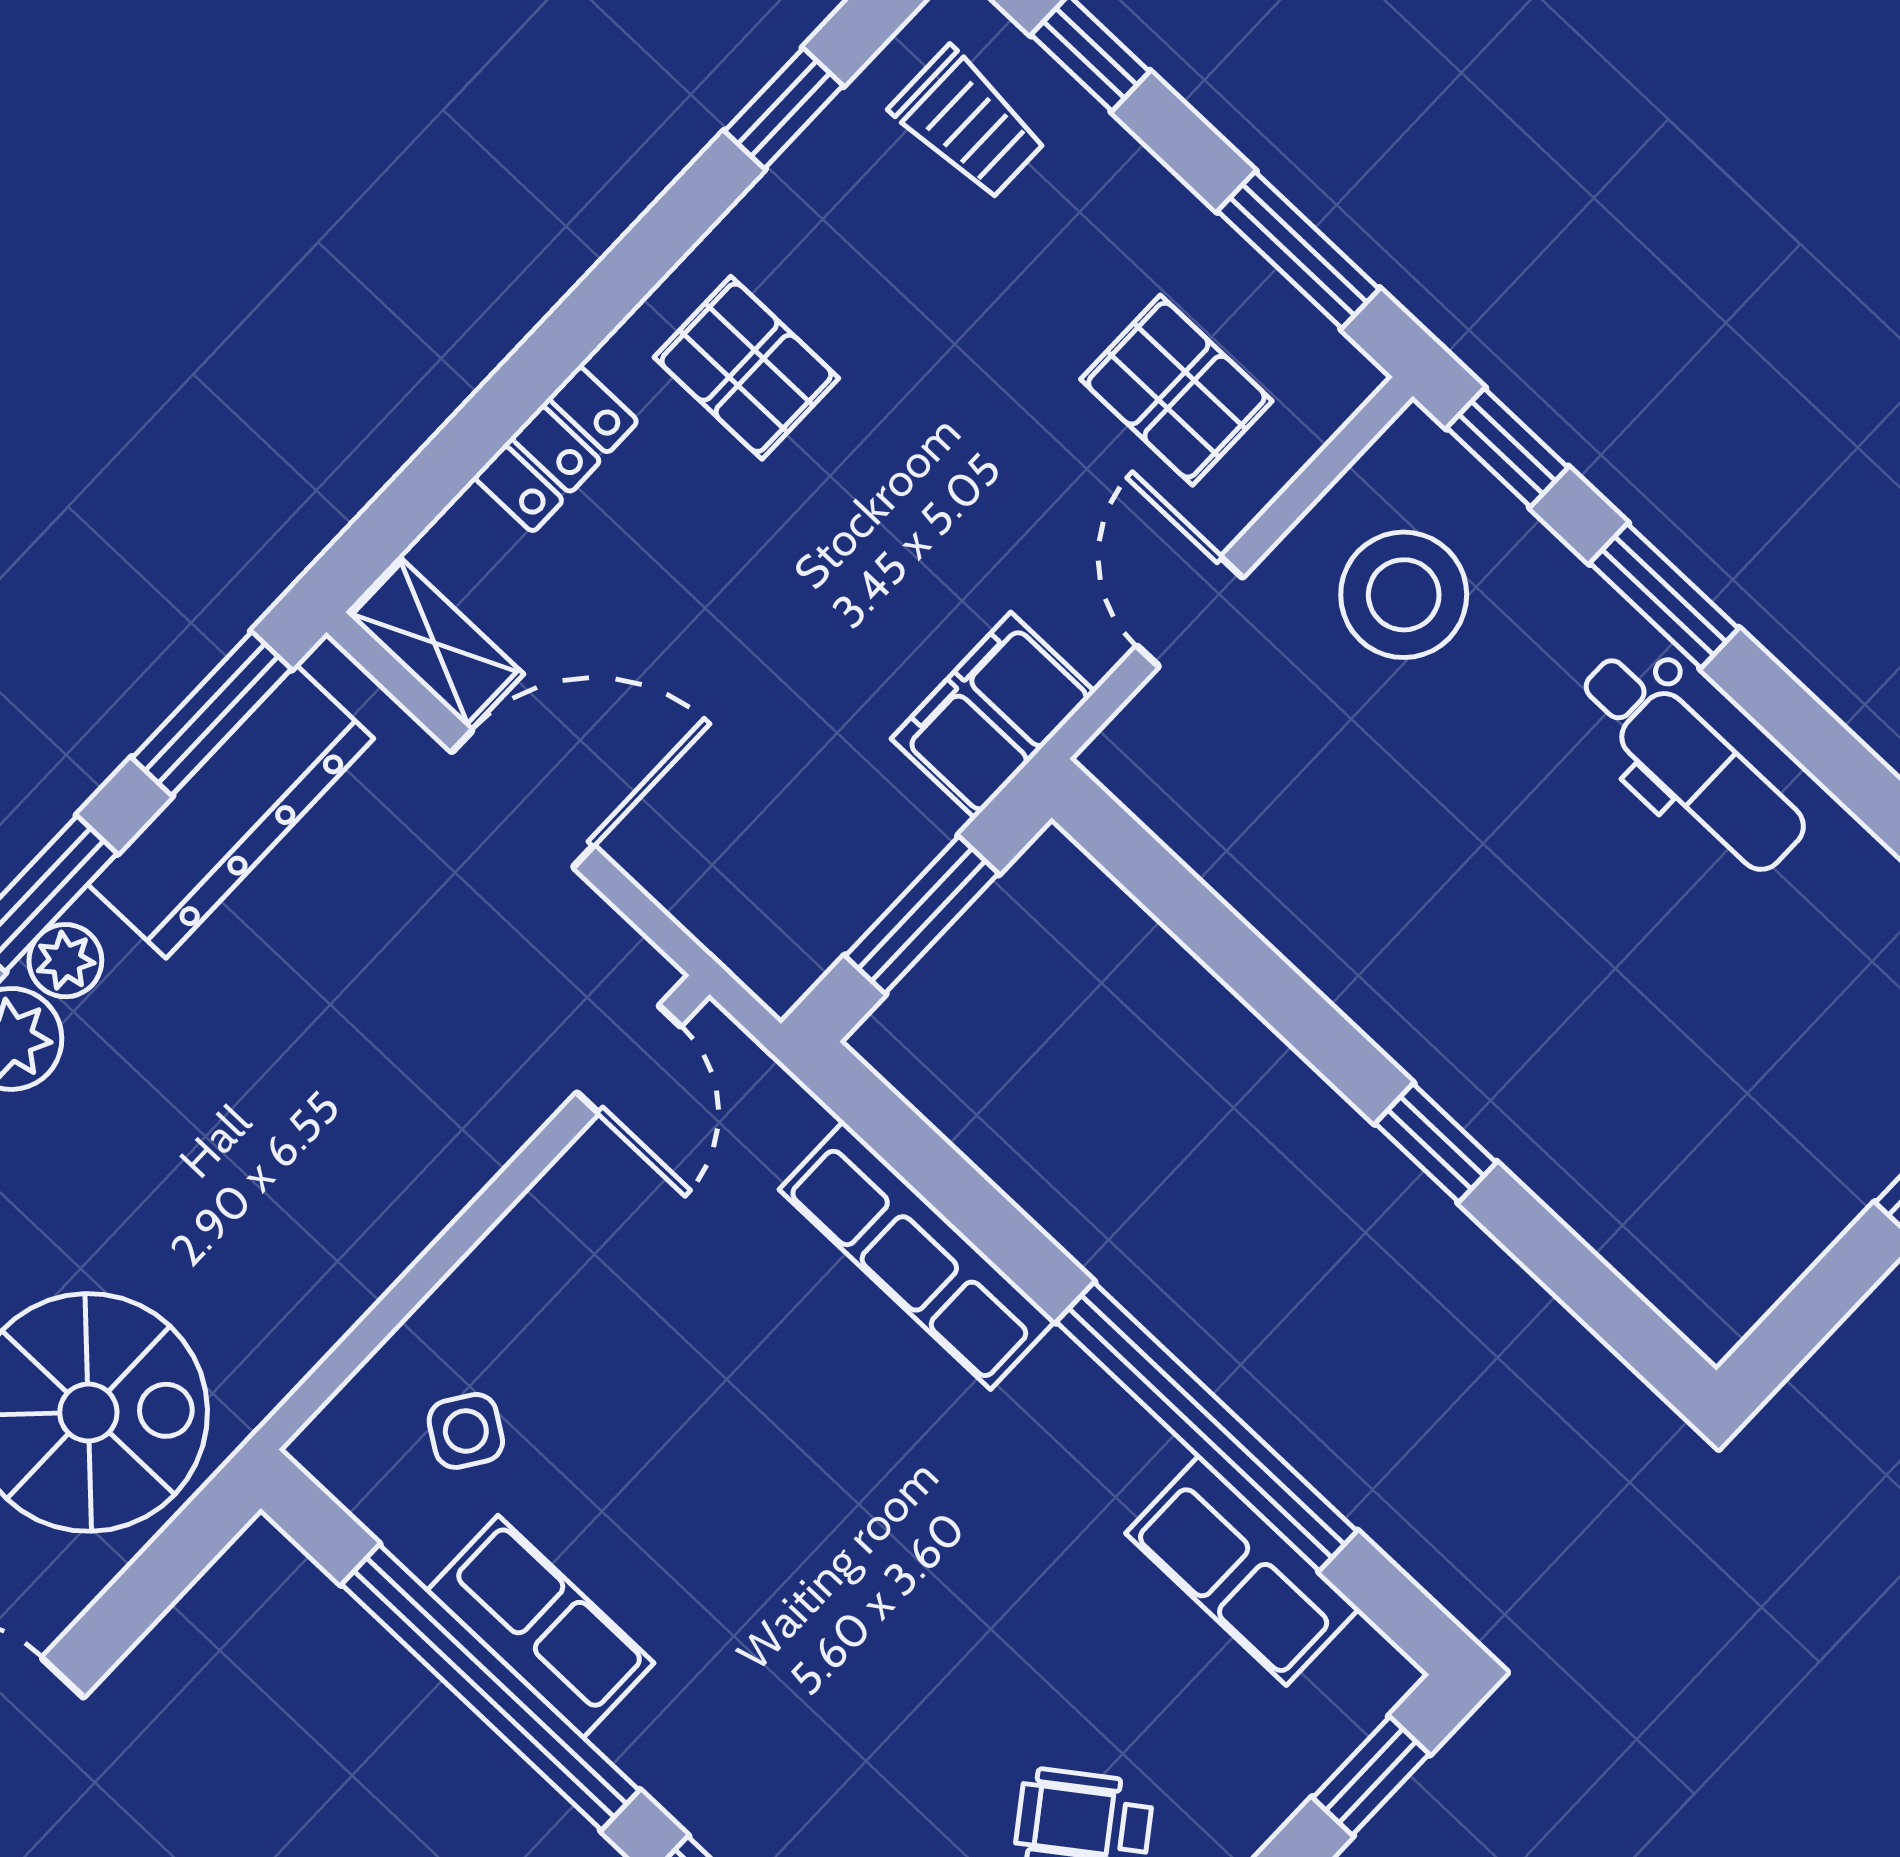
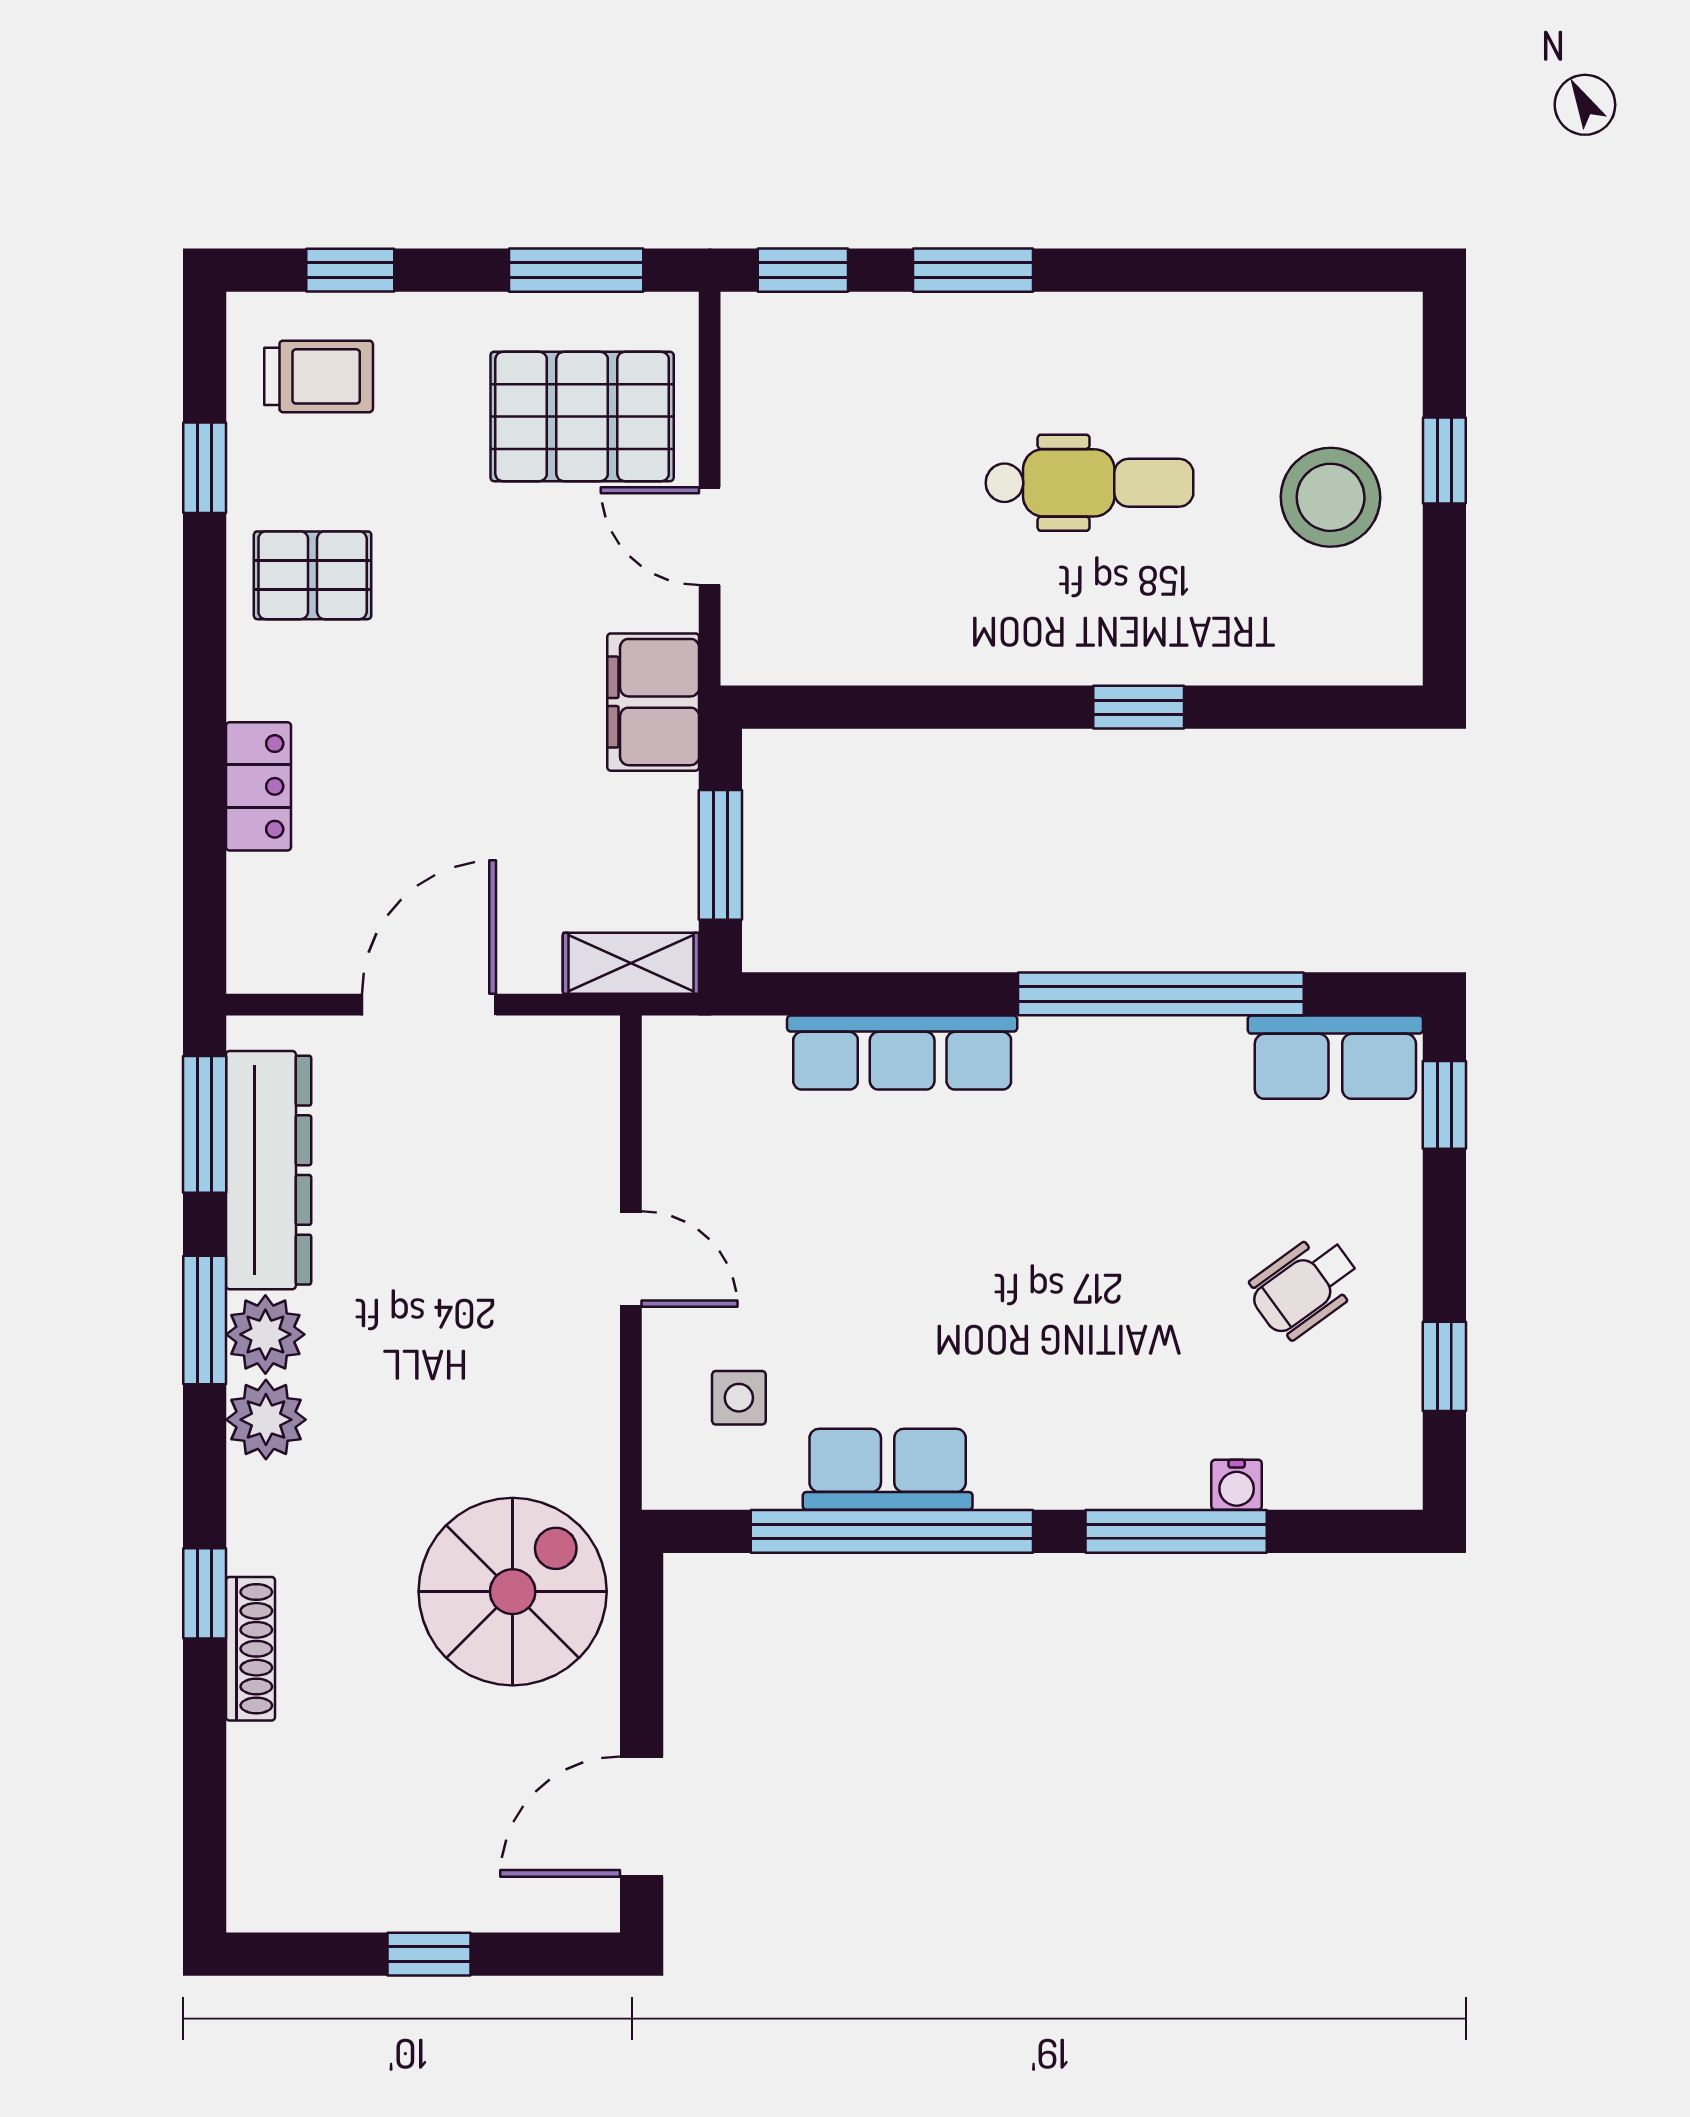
pallet: (746, 368) -> (313, 575), moved
pallet: (1176, 390) -> (582, 416), width x1.50, depth x1.42
stool: (1404, 595) -> (1331, 497), moved
shelving: (434, 643) -> (631, 963), moved
dental chair: (1692, 762) -> (1089, 483), moved
plant: (65, 961) -> (265, 1334), width x1.38, depth x1.38
door: (629, 1059) -> (631, 1259), moved
side table: (466, 1431) -> (739, 1398), turned -34
row of seats: (1242, 1571) -> (1335, 1057), moved

